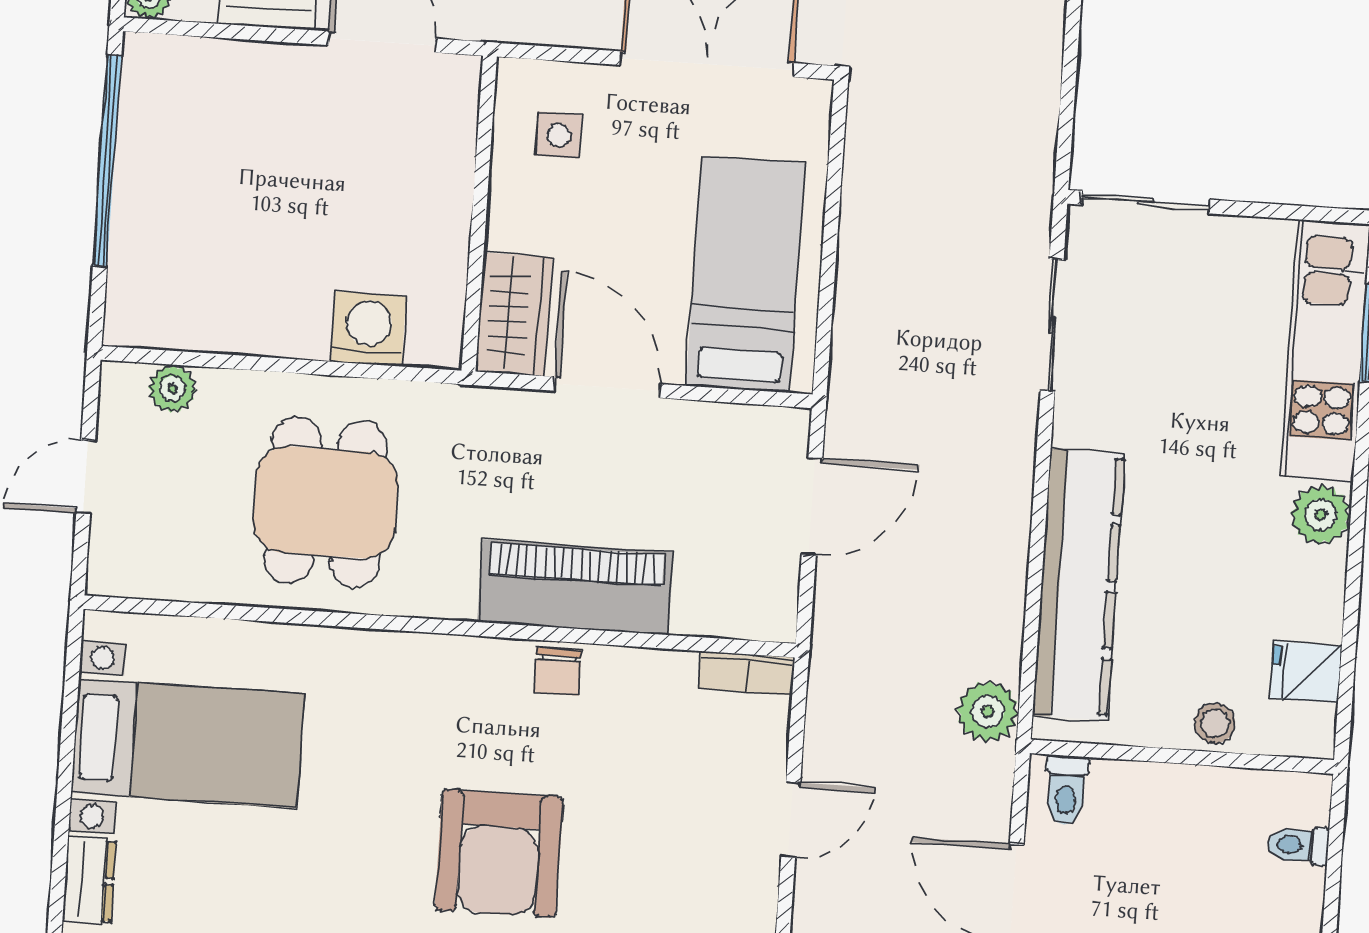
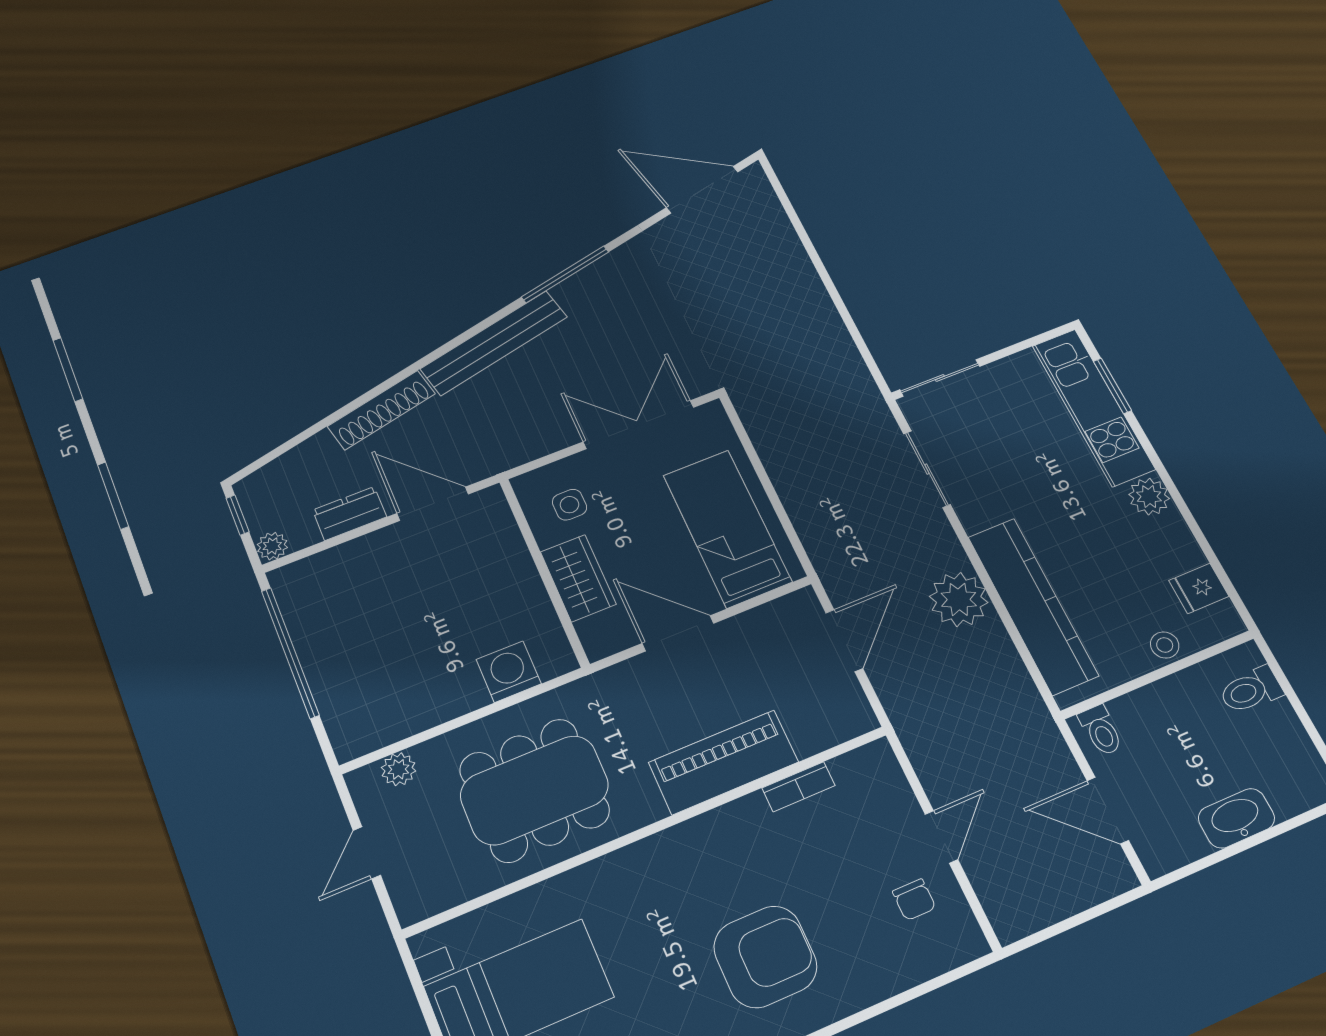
wardrobe: (514, 314) -> (578, 578), moved
dining table: (326, 502) -> (534, 790), width x1.37
chair: (557, 672) -> (914, 900), moved
bookcase: (747, 673) -> (798, 787), moved
plant: (988, 711) -> (959, 599), moved, width x1.36, depth x1.36
toilet: (1298, 845) -> (1251, 690), width x1.37, depth x1.39
armchair: (499, 853) -> (765, 957), turned -90

